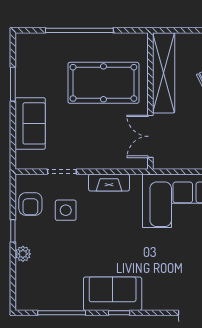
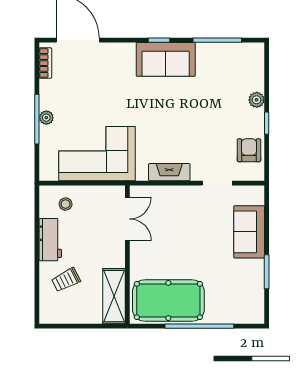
shelving: (164, 73) -> (114, 296), width x0.68
pool table: (103, 83) -> (168, 300), moved
side table: (66, 210) -> (213, 144), removed

